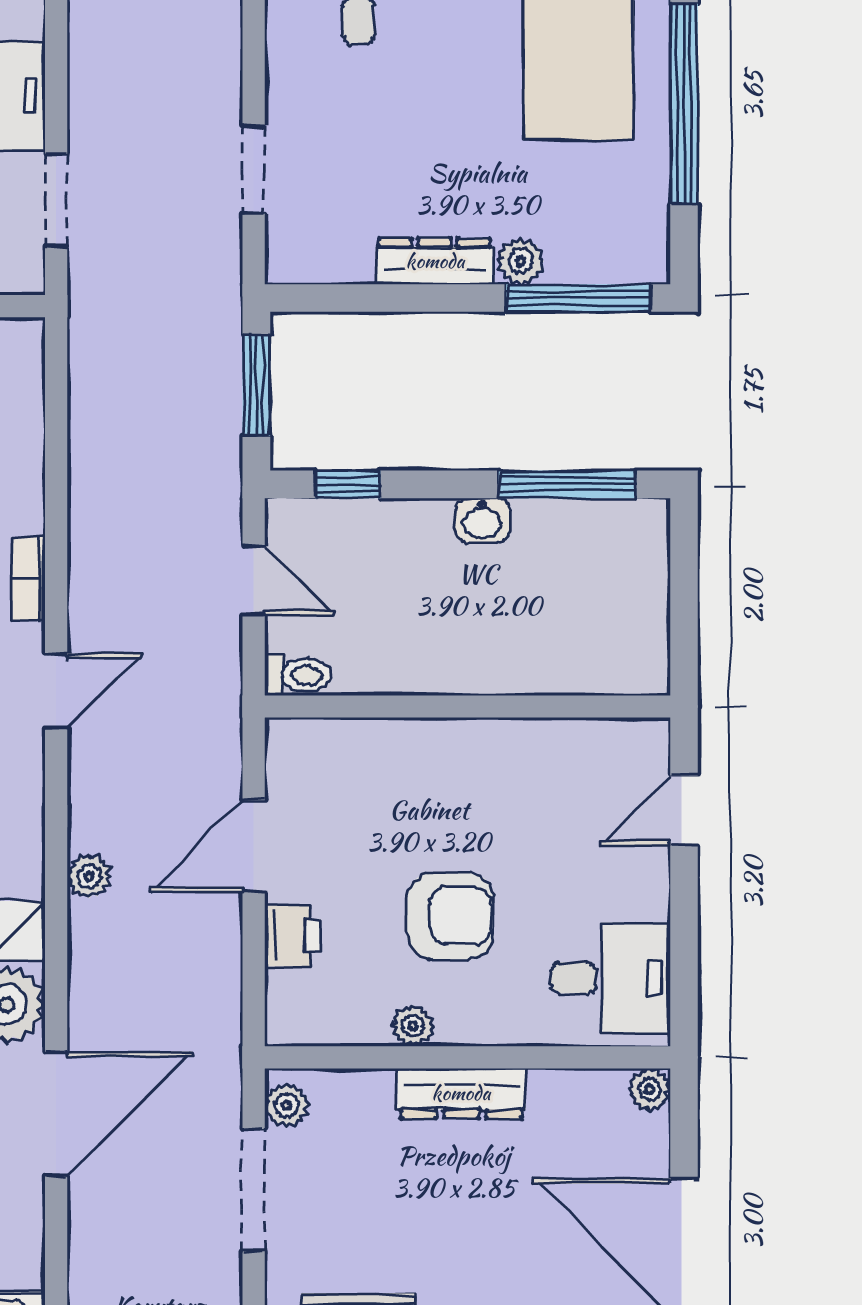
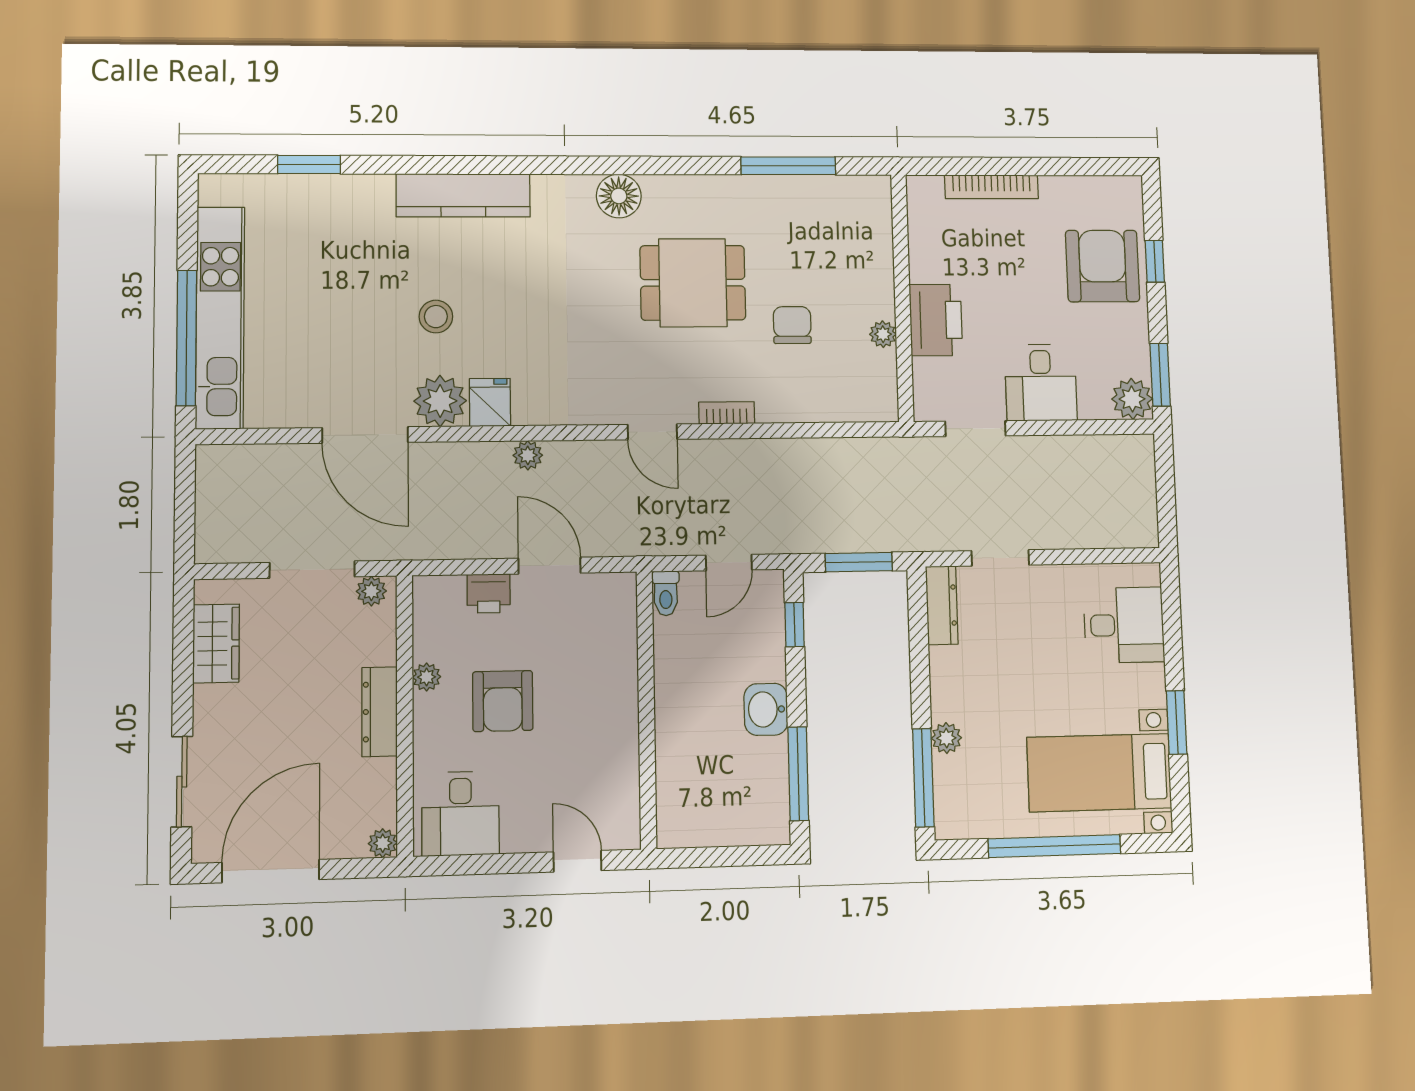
dresser: (435, 261) -> (942, 605), moved
washbasin: (482, 520) -> (766, 709), width x1.38, depth x1.45

